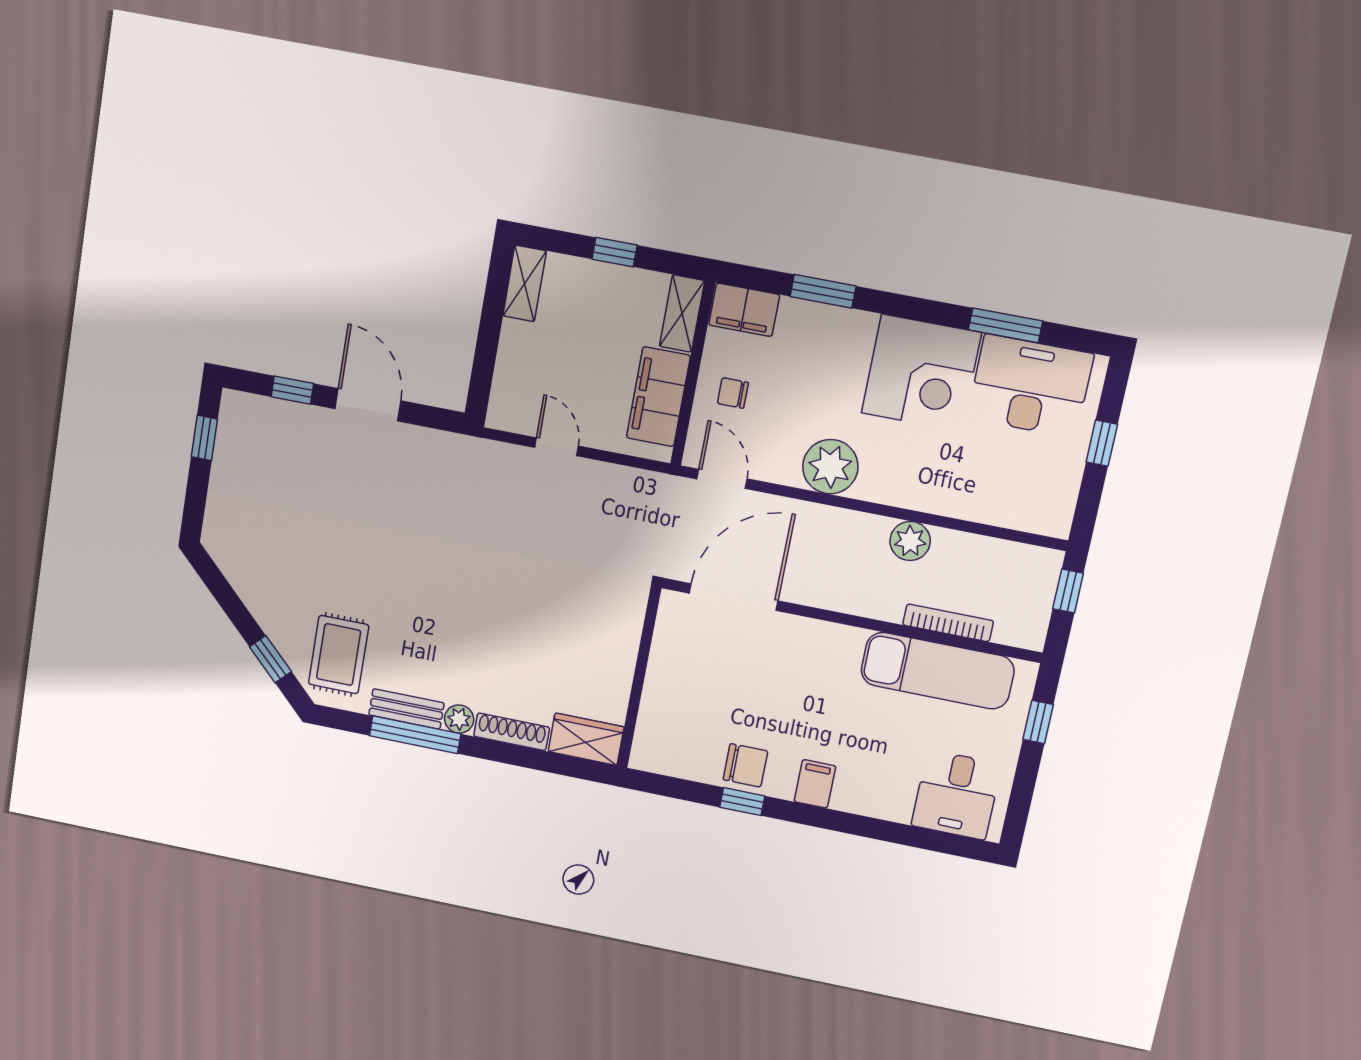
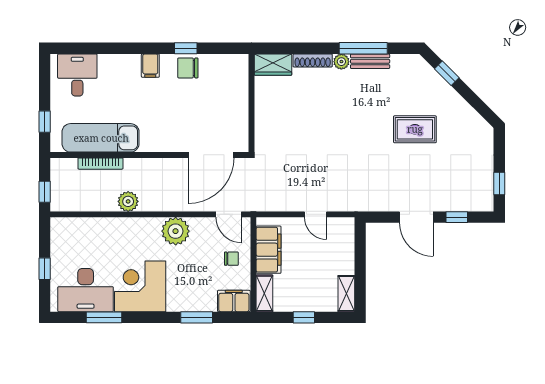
rug: (339, 655) -> (415, 129), moved, turned 90

